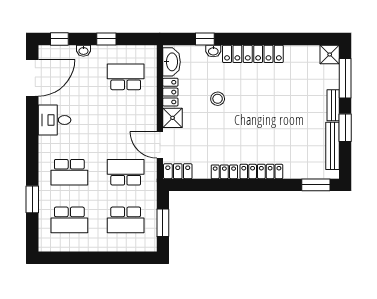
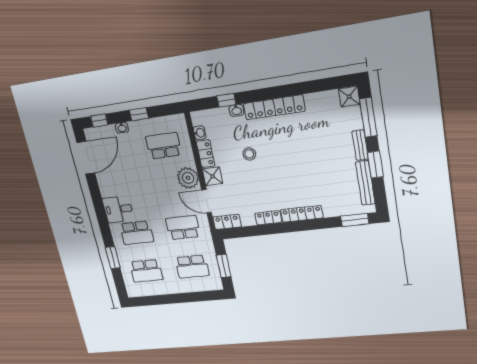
washbasin: (172, 62) -> (200, 133), width x0.52, depth x0.69
plant: (145, 116) -> (188, 178), added
desk: (55, 120) -> (118, 209), moved

